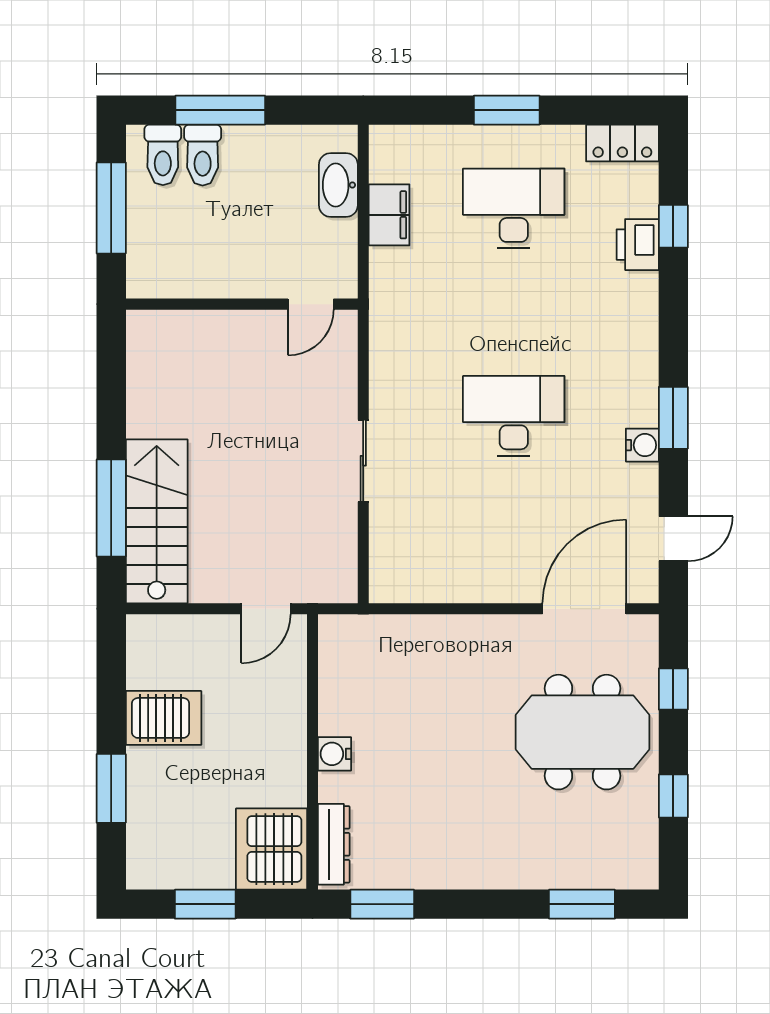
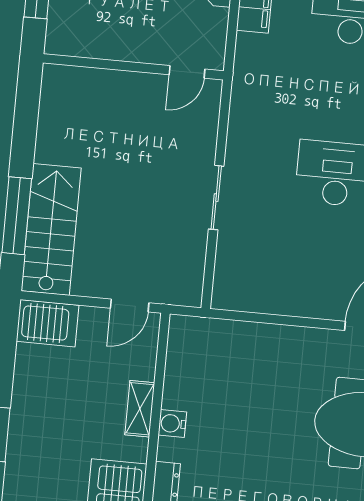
server rack: (164, 718) -> (48, 323), moved
shelving: (291, 739) -> (140, 409), added

